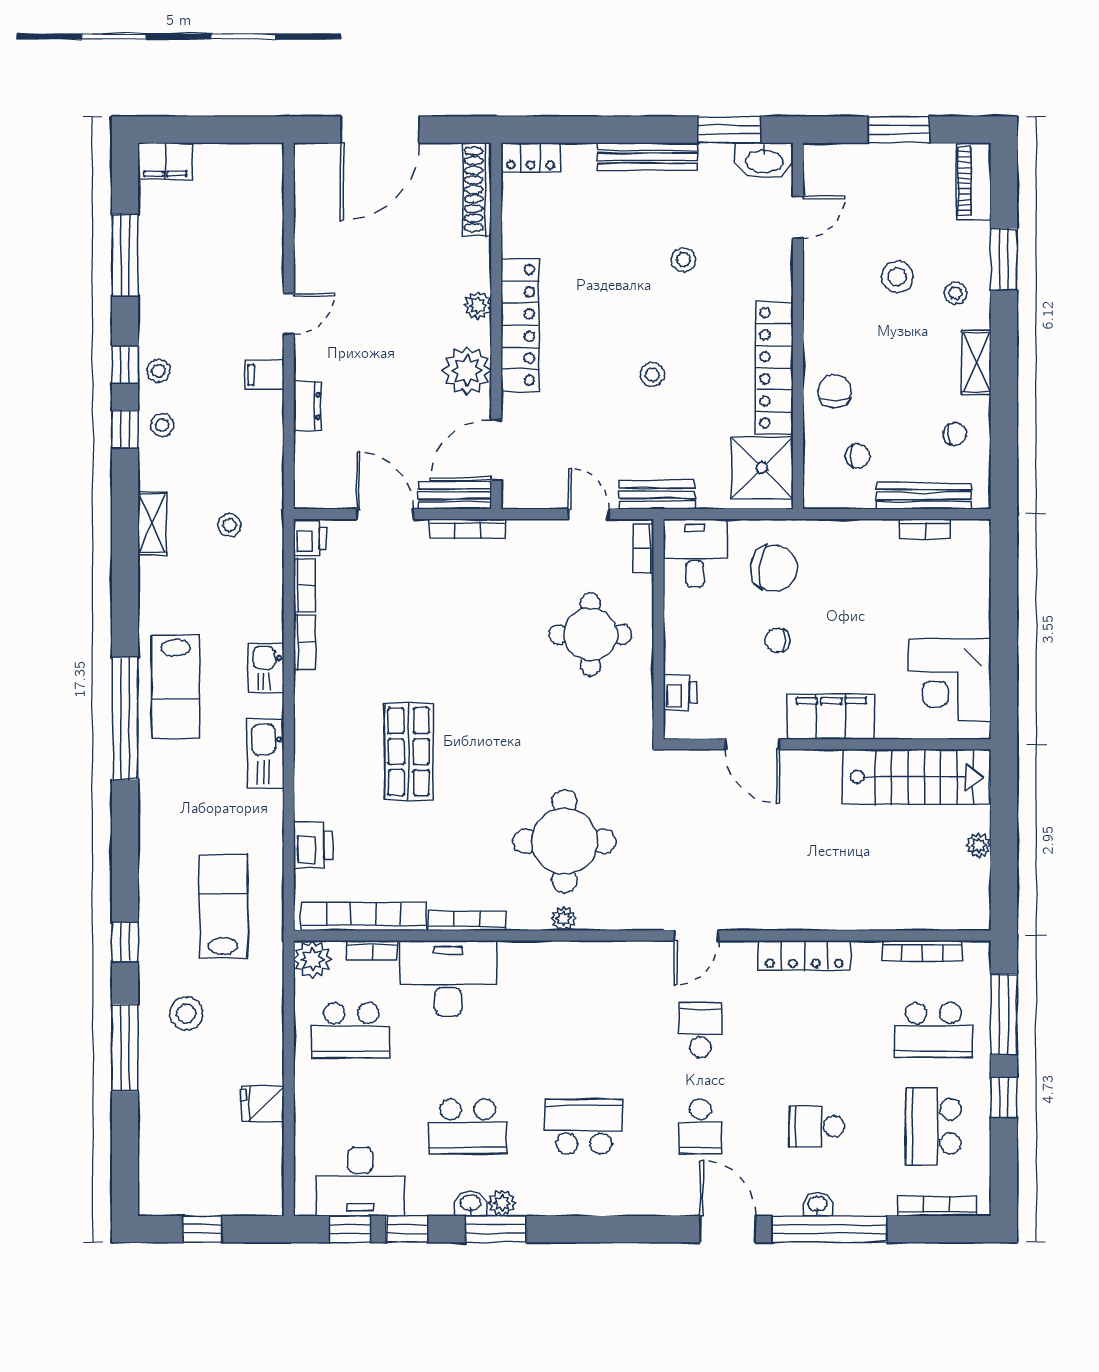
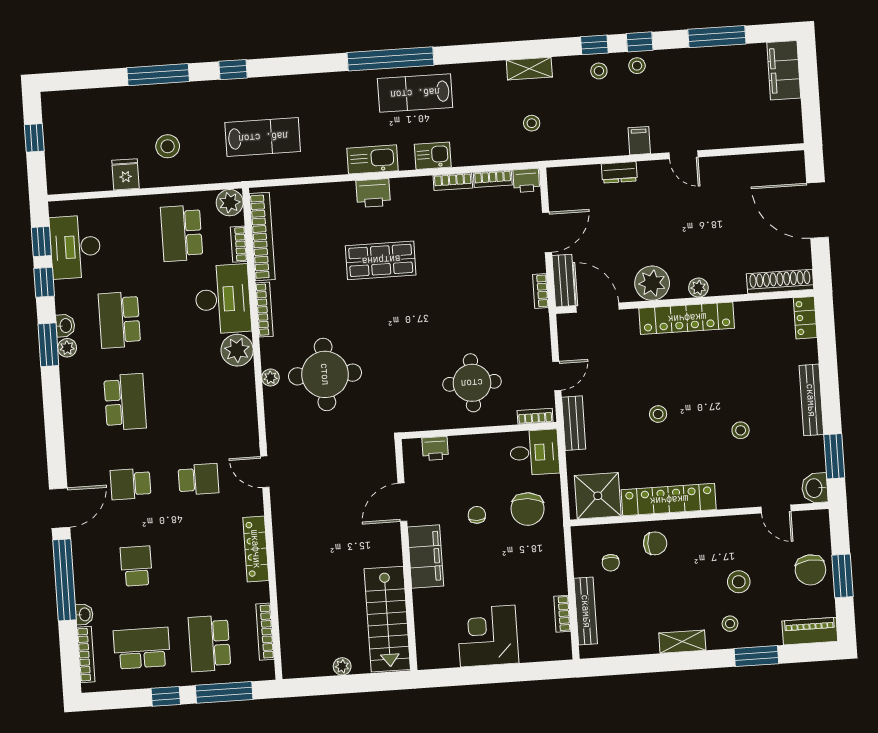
washbasin: (764, 160) -> (815, 488), width x0.72
filing cabinet: (165, 161) -> (784, 70), width x1.50, depth x1.17
chair: (955, 434) -> (810, 570), moved, width x1.87, depth x1.87
bookcase: (467, 529) -> (541, 291), width x0.64
corner desk: (949, 680) -> (488, 636), moved
printer: (313, 845) -> (373, 193), moved
plant: (522, 963) -> (237, 350), added
stool: (186, 1013) -> (168, 146), moved
washbasin: (818, 1204) -> (84, 614), moved

